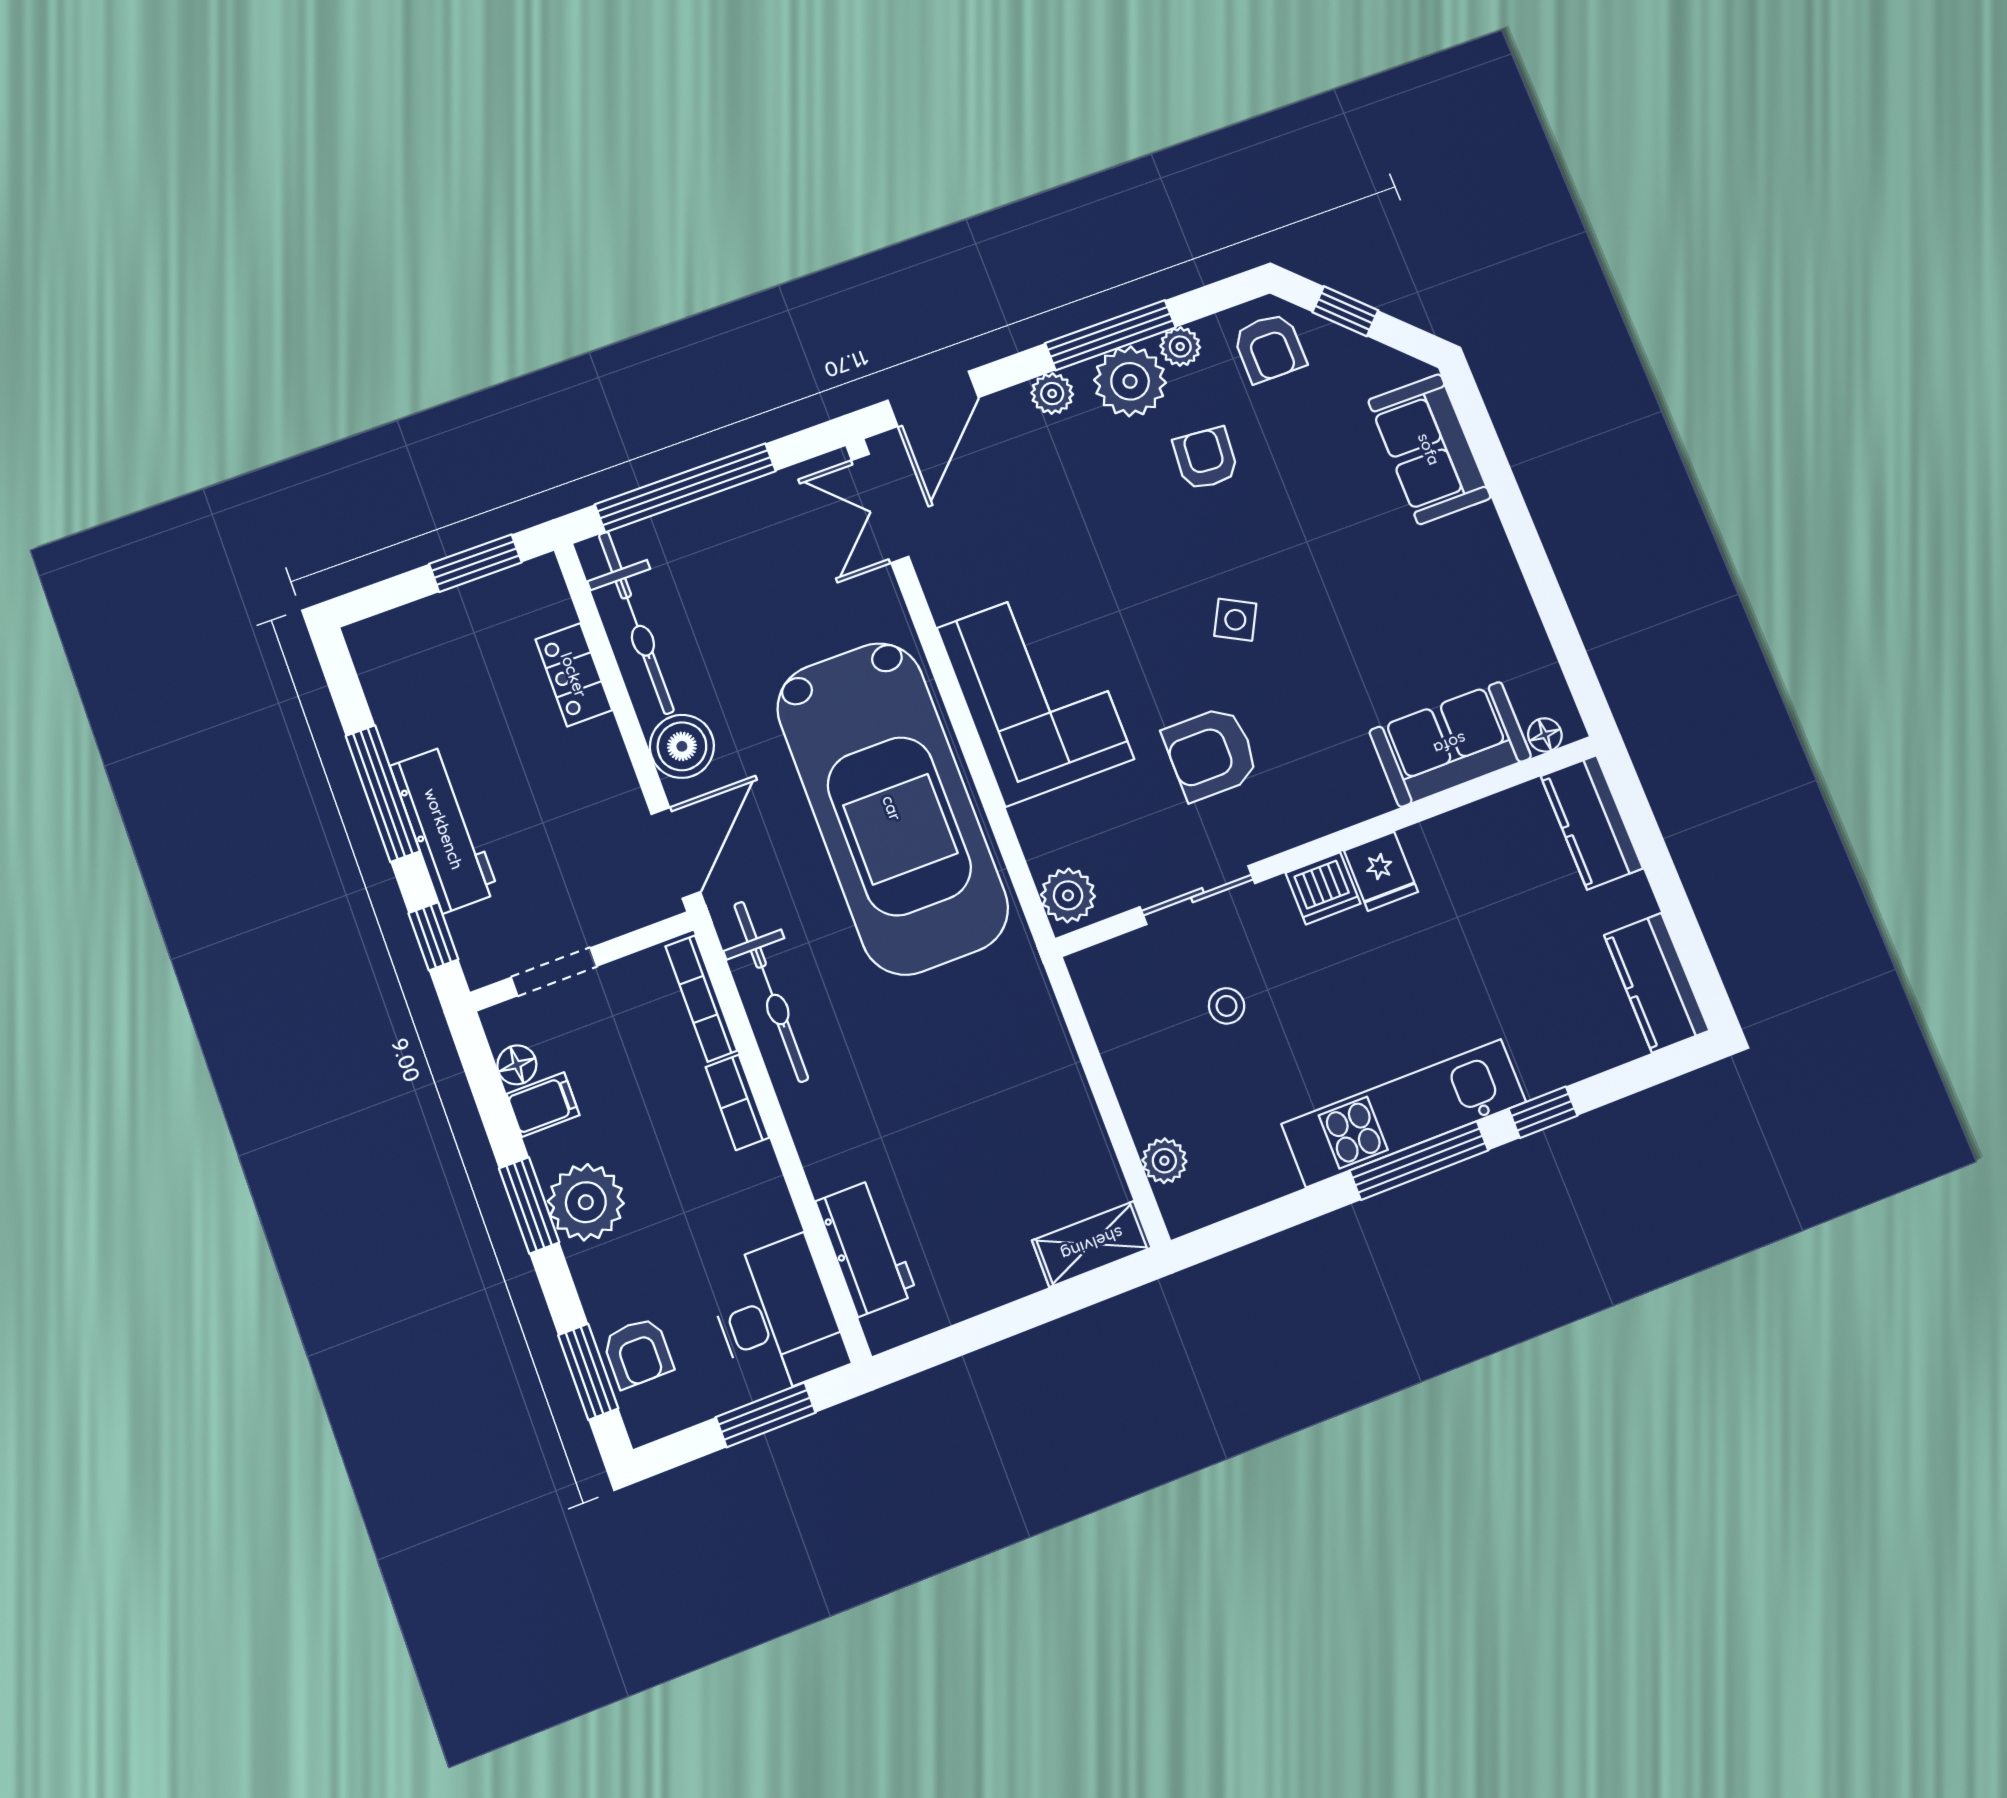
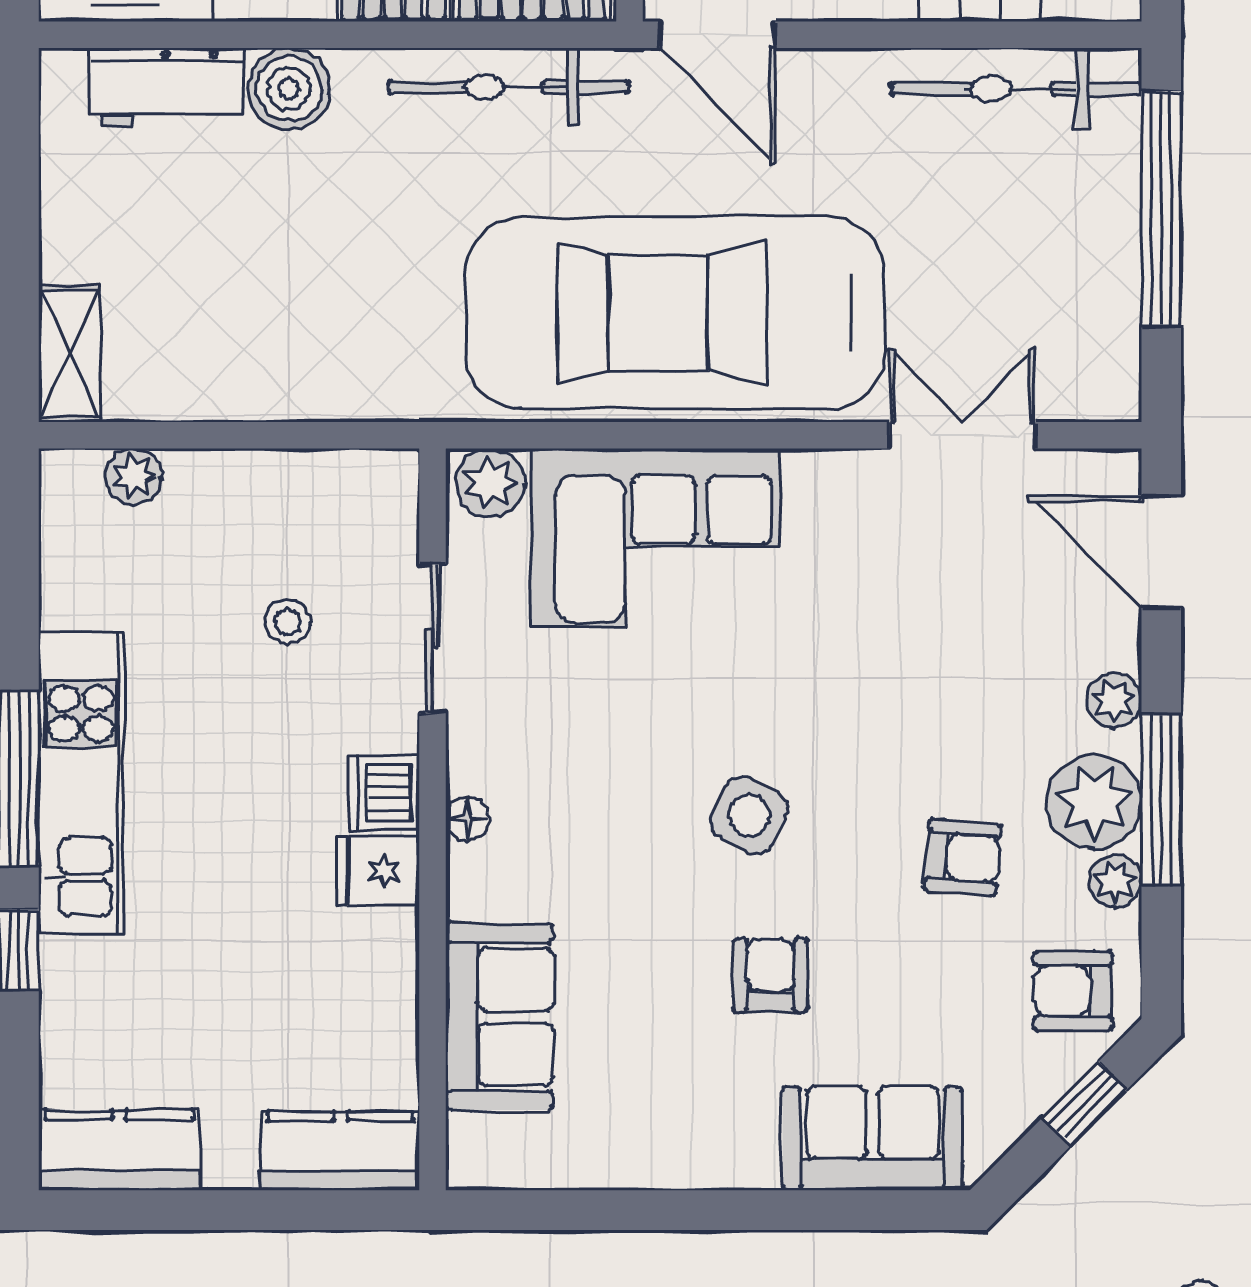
double door: (880, 508) -> (962, 435), moved
side table: (1235, 620) -> (749, 815), width x1.37, depth x1.37
corner sofa: (1035, 693) -> (655, 537), moved
floor lamp: (1545, 735) -> (467, 819), moved
boiler: (682, 746) -> (289, 89), moved
armchair: (1211, 753) -> (770, 975), moved, width x0.72, depth x0.72

